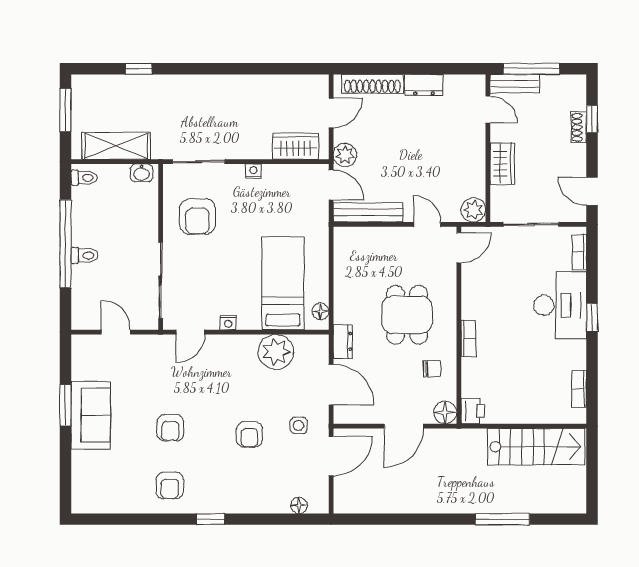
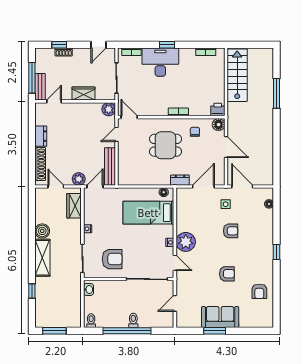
boiler: (249, 88) -> (42, 231), added
shelving: (116, 146) -> (42, 258), moved
plant: (276, 352) -> (186, 242), moved
armchair: (170, 485) -> (259, 291), moved, turned 90

